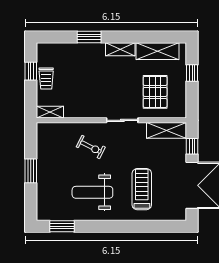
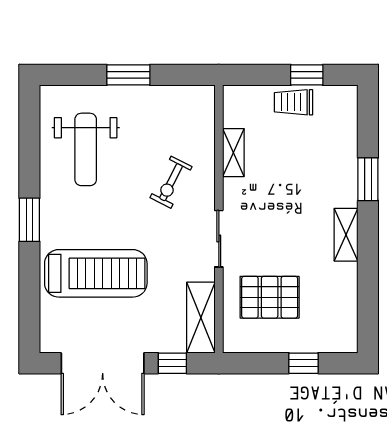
shelving: (157, 51) -> (343, 301), removed
shelving: (50, 112) -> (233, 153), moved
treadmill: (142, 189) -> (96, 273), width x1.37, depth x1.38
weight bench: (92, 192) -> (86, 149), moved, turned 180
window: (62, 226) -> (29, 220), moved

